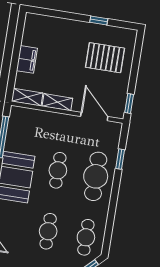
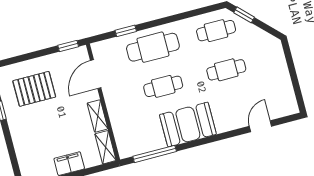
pallet: (105, 58) -> (34, 89), turned 90

